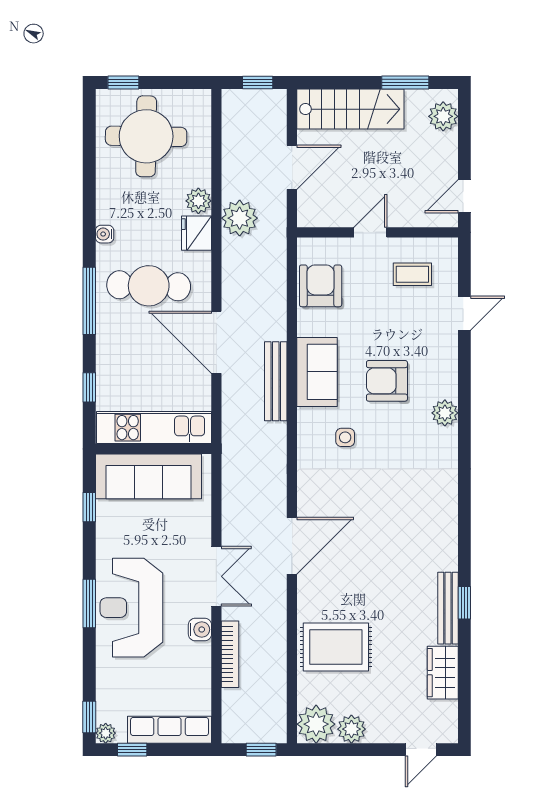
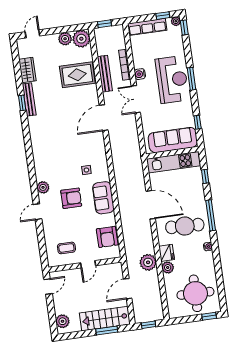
window: (405, 83) -> (107, 331), moved
door: (464, 313) -> (37, 212), moved
bench: (276, 381) -> (105, 74), moved

